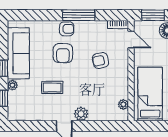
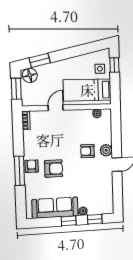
window: (79, 15) -> (19, 171), moved
door: (131, 40) -> (56, 108), moved
armchair: (100, 61) -> (87, 151), moved, turned 102
coffee table: (52, 87) -> (84, 176), removed

